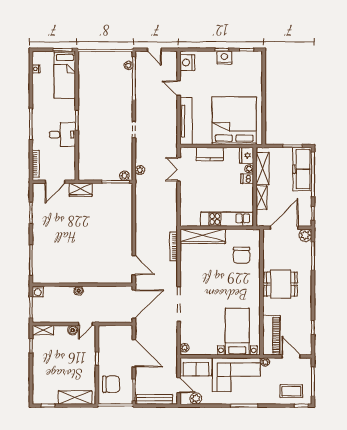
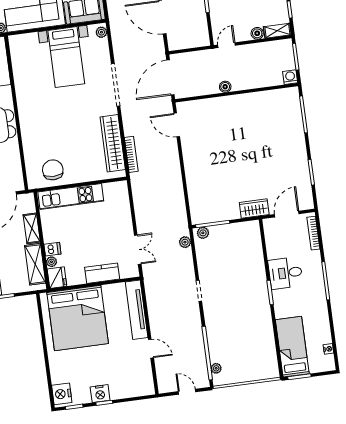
nightstand: (187, 63) -> (62, 394), moved, turned 180
wardrobe: (203, 236) -> (113, 143), moved, turned -90
chair: (242, 255) -> (53, 170), moved
boiler: (79, 291) -> (225, 87), moved
boiler: (73, 330) -> (257, 33), moved
bed with nightstands: (237, 332) -> (66, 57), moved

